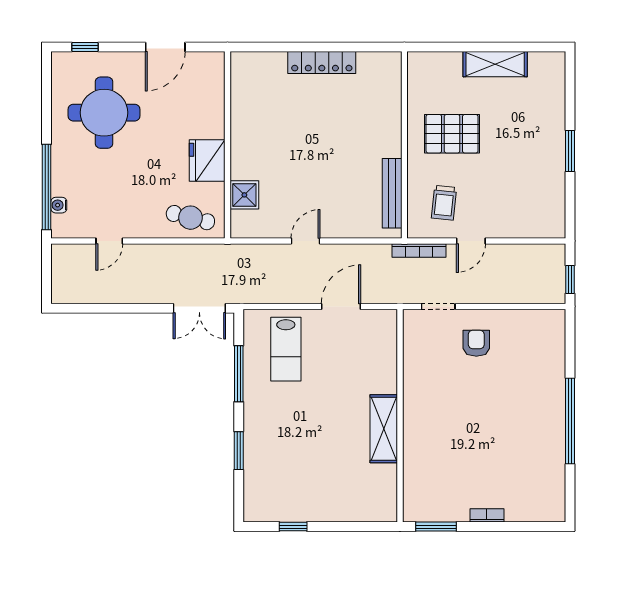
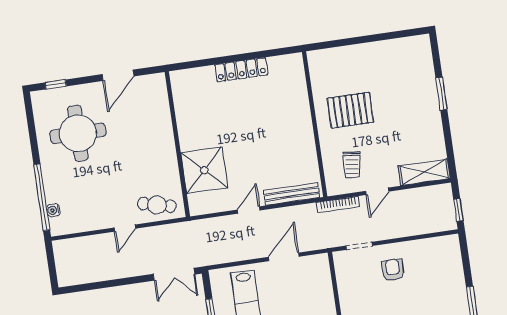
shelving: (495, 64) -> (424, 172), moved
window: (570, 151) -> (441, 94), moved
fridge: (207, 161) -> (163, 159), removed
bench: (392, 193) -> (292, 194), moved, turned 90
shower: (244, 195) -> (204, 170), width x1.86, depth x1.86
door: (109, 241) -> (125, 228), moved

